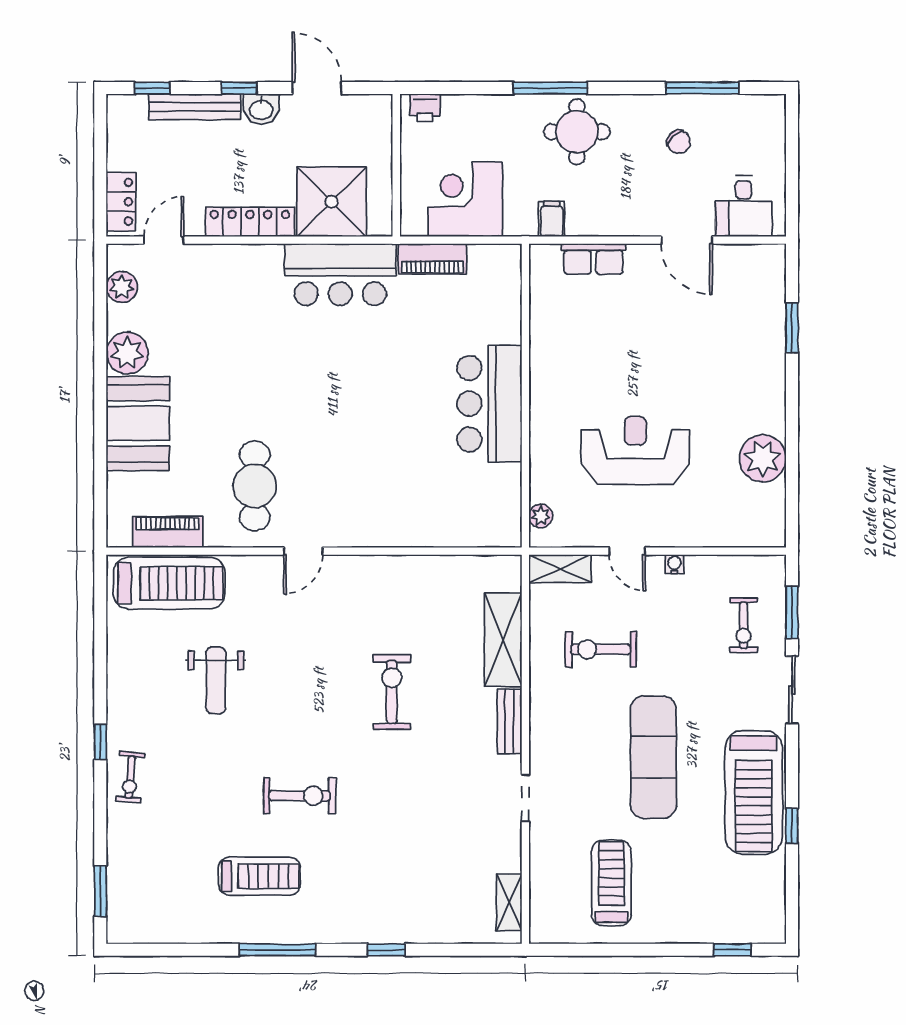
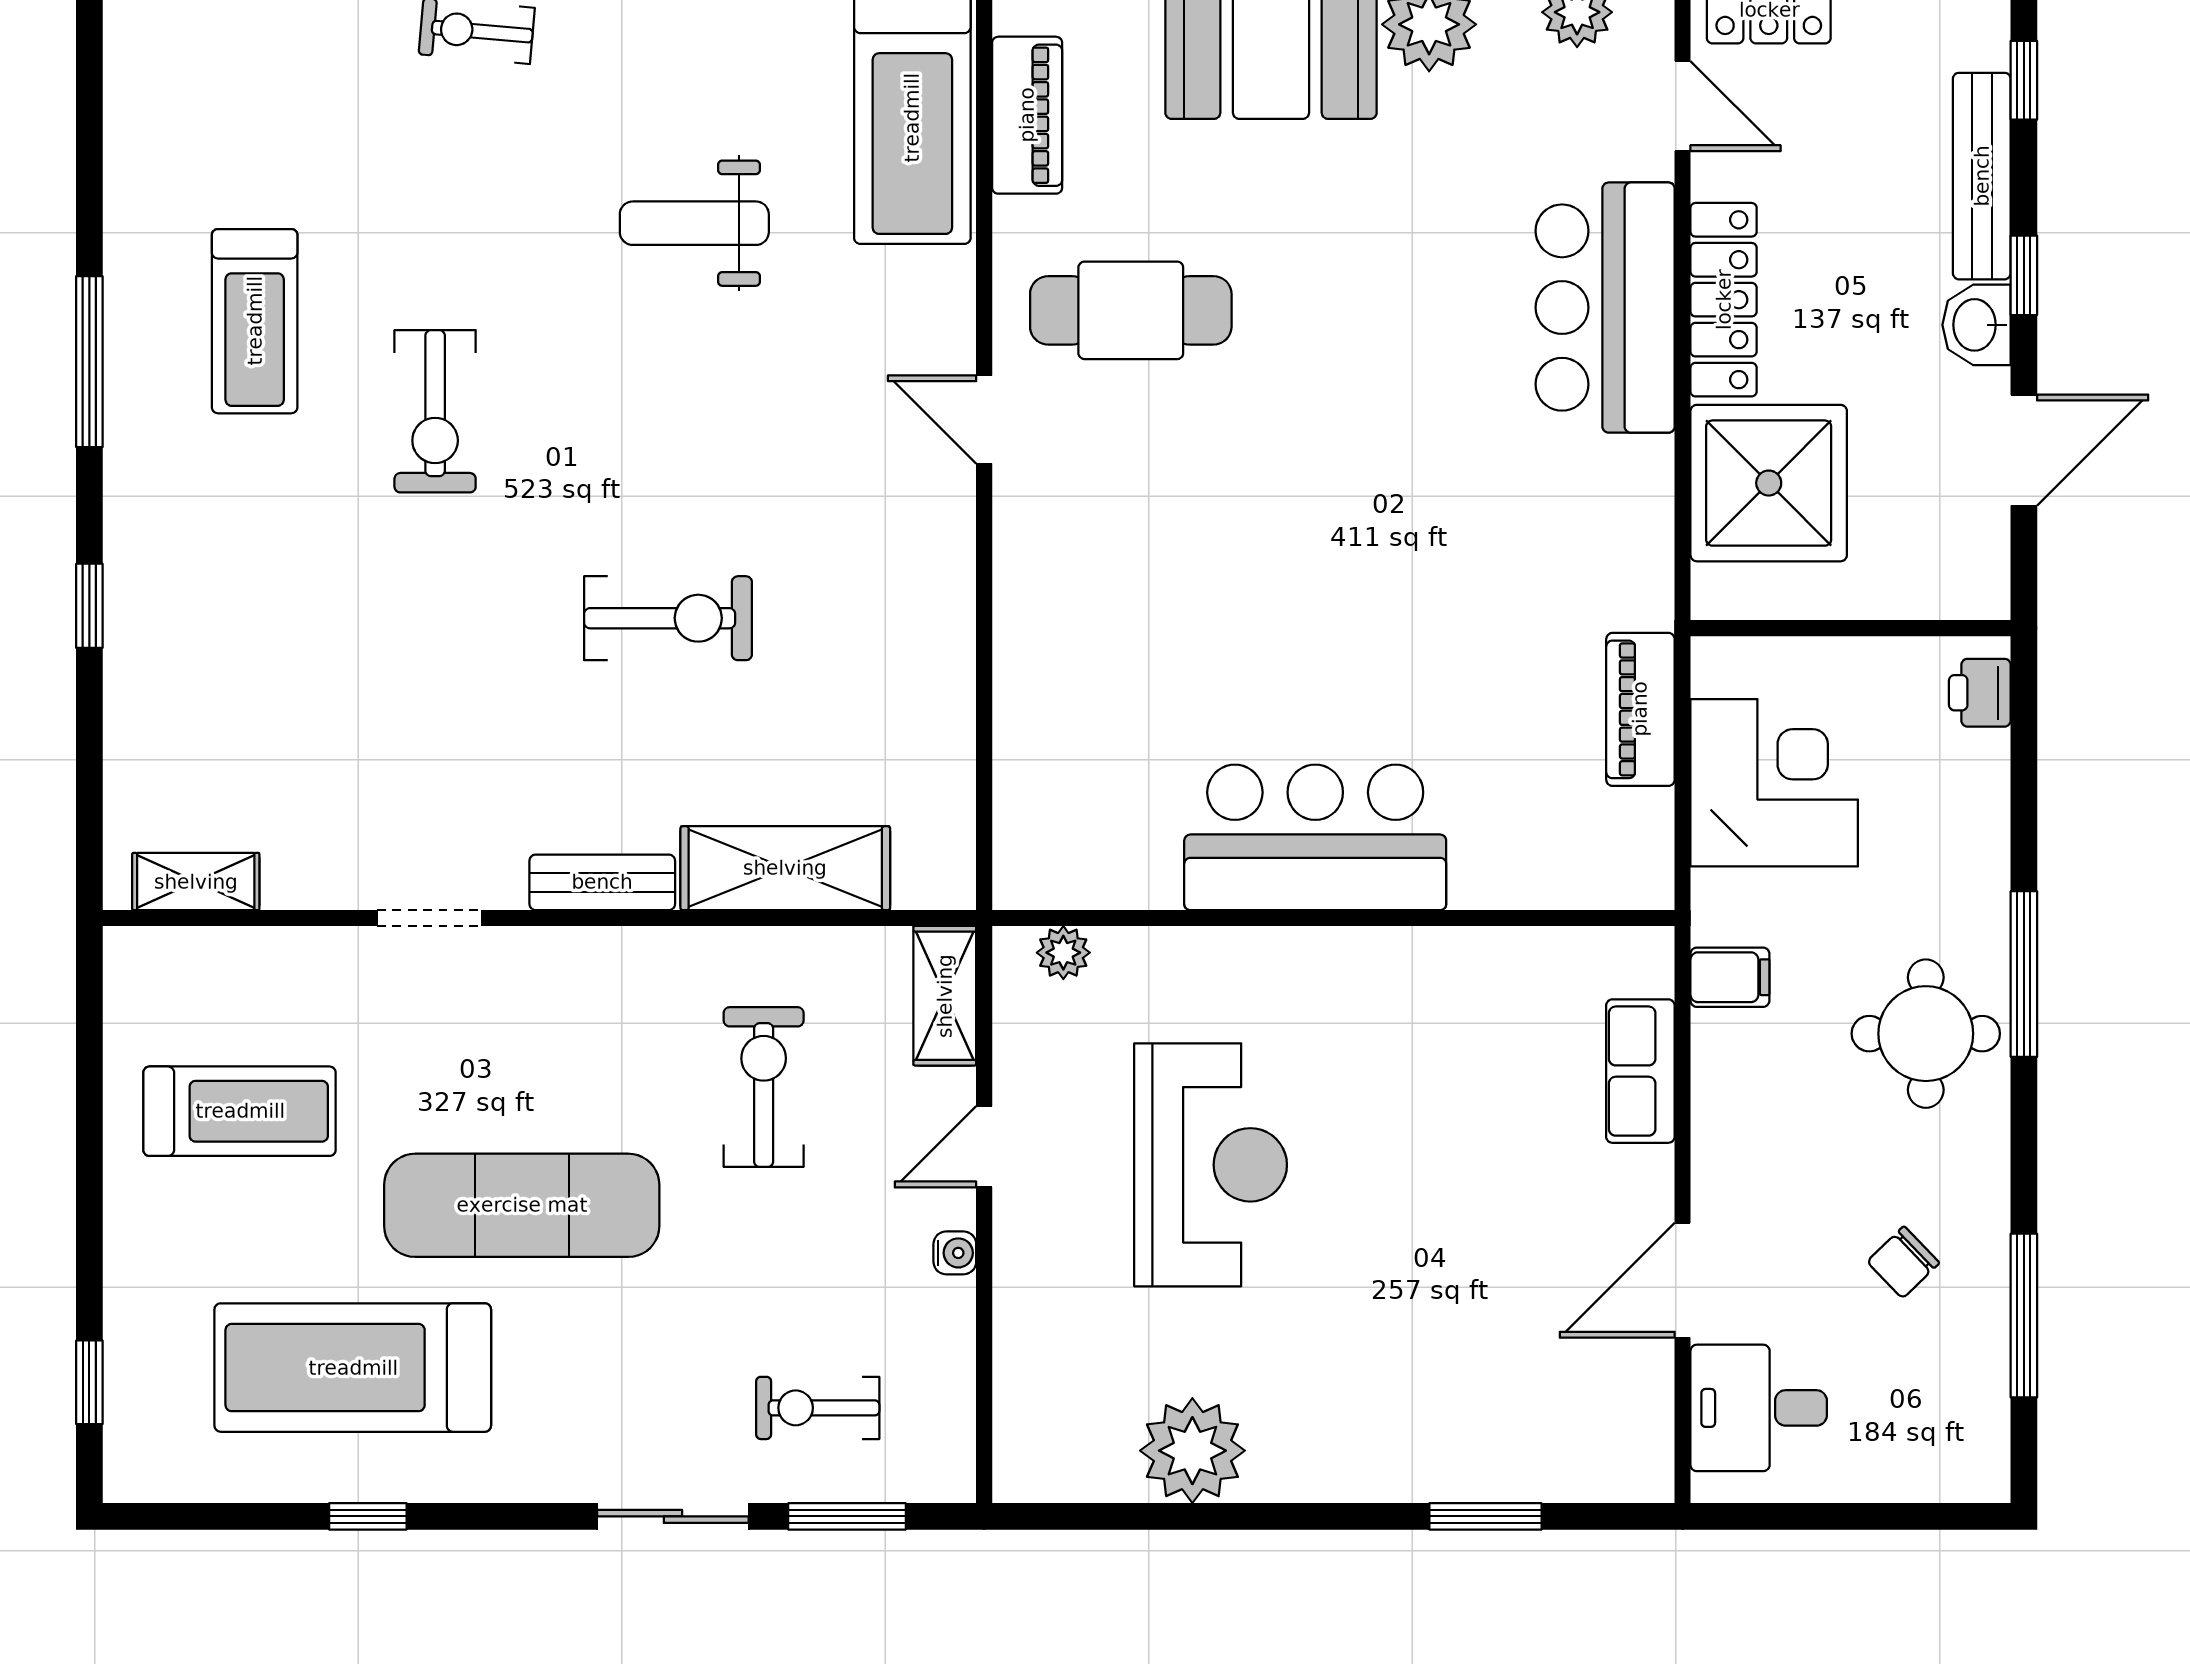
bar counter: (340, 275) -> (1605, 308), moved
treadmill: (754, 792) -> (353, 1368), moved

